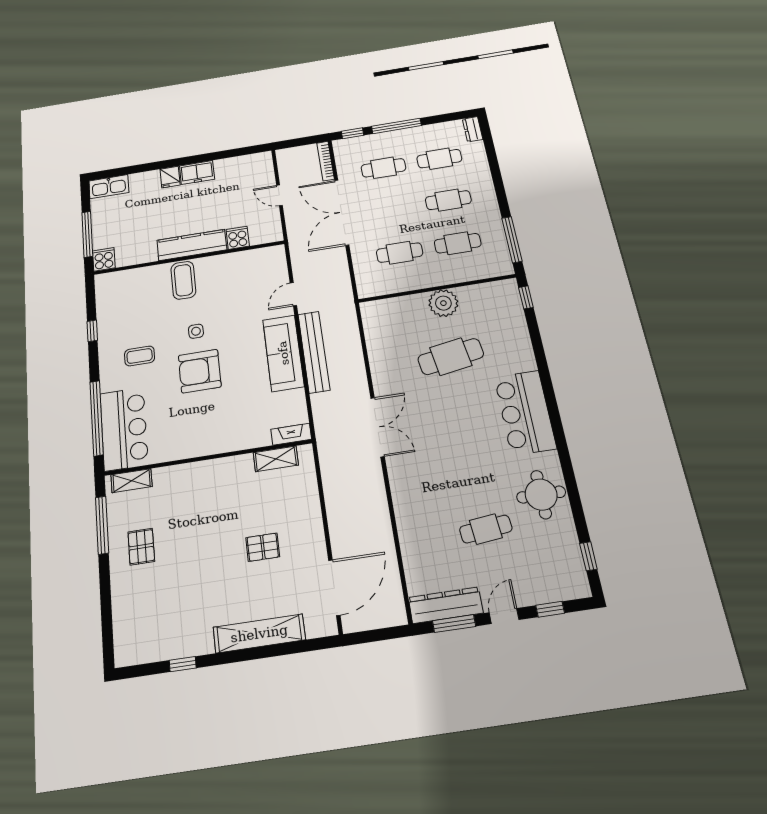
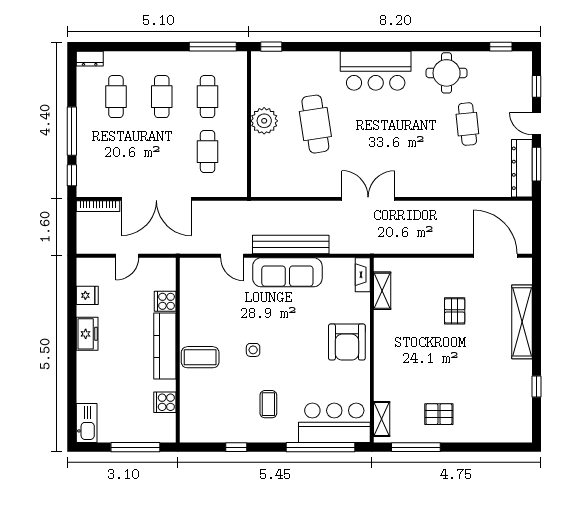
cafe table: (383, 168) -> (116, 152), removed
fridge: (170, 177) -> (87, 295), moved
cooker: (104, 259) -> (165, 402), moved
armchair: (200, 371) -> (347, 342), moved

